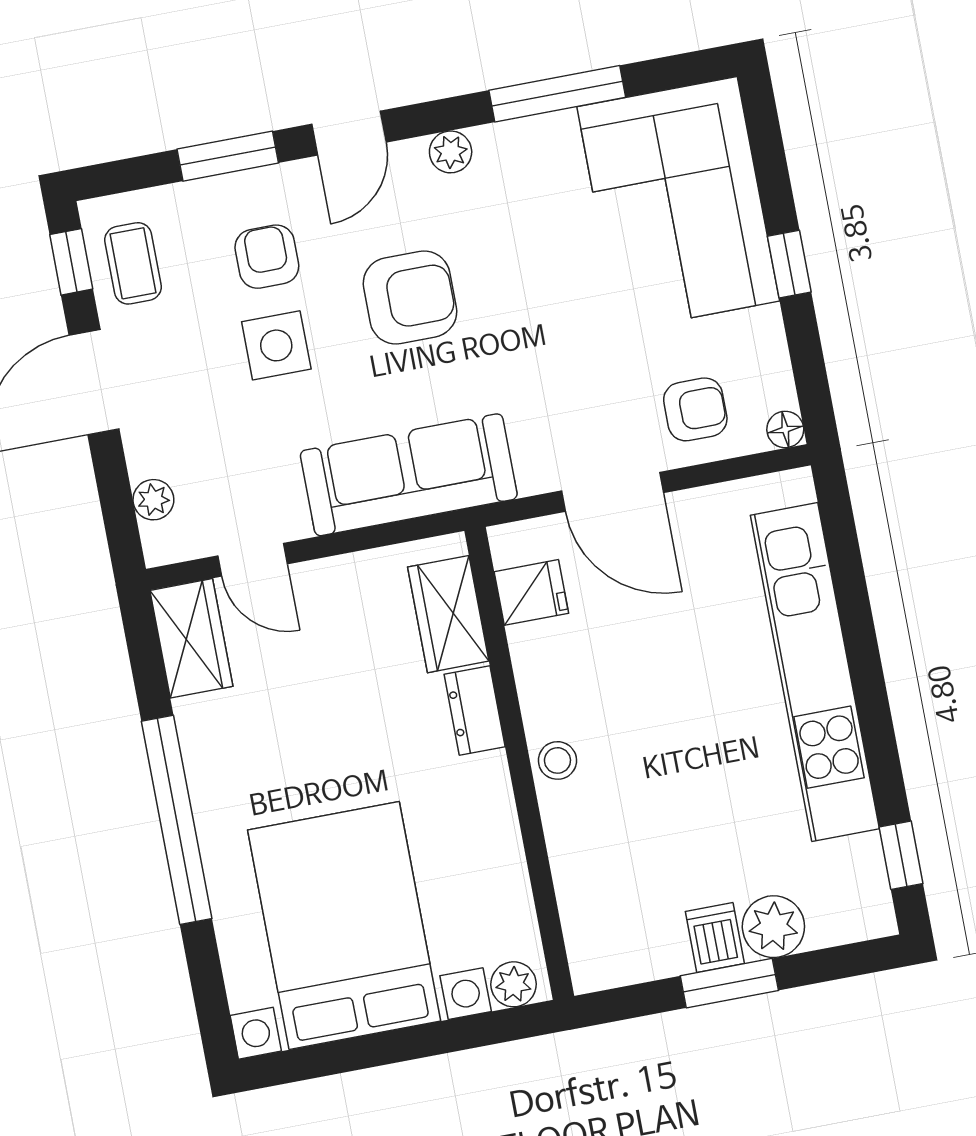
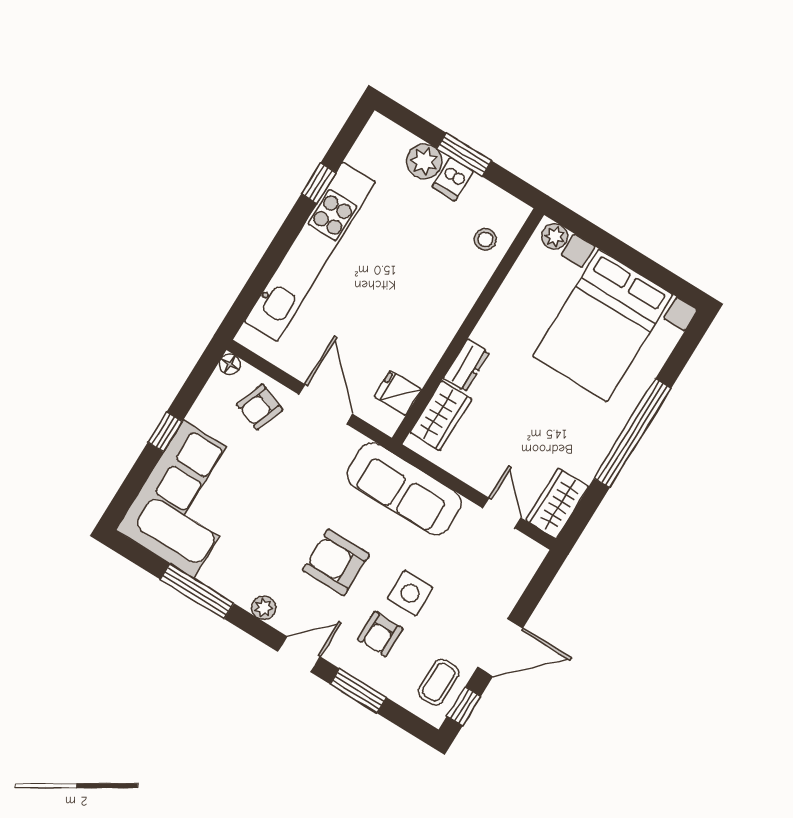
armchair: (695, 409) -> (260, 407), turned -70
plant: (153, 500) -> (520, 576), removed
stool: (557, 760) -> (485, 239), moved
window: (901, 855) -> (319, 183), moved

